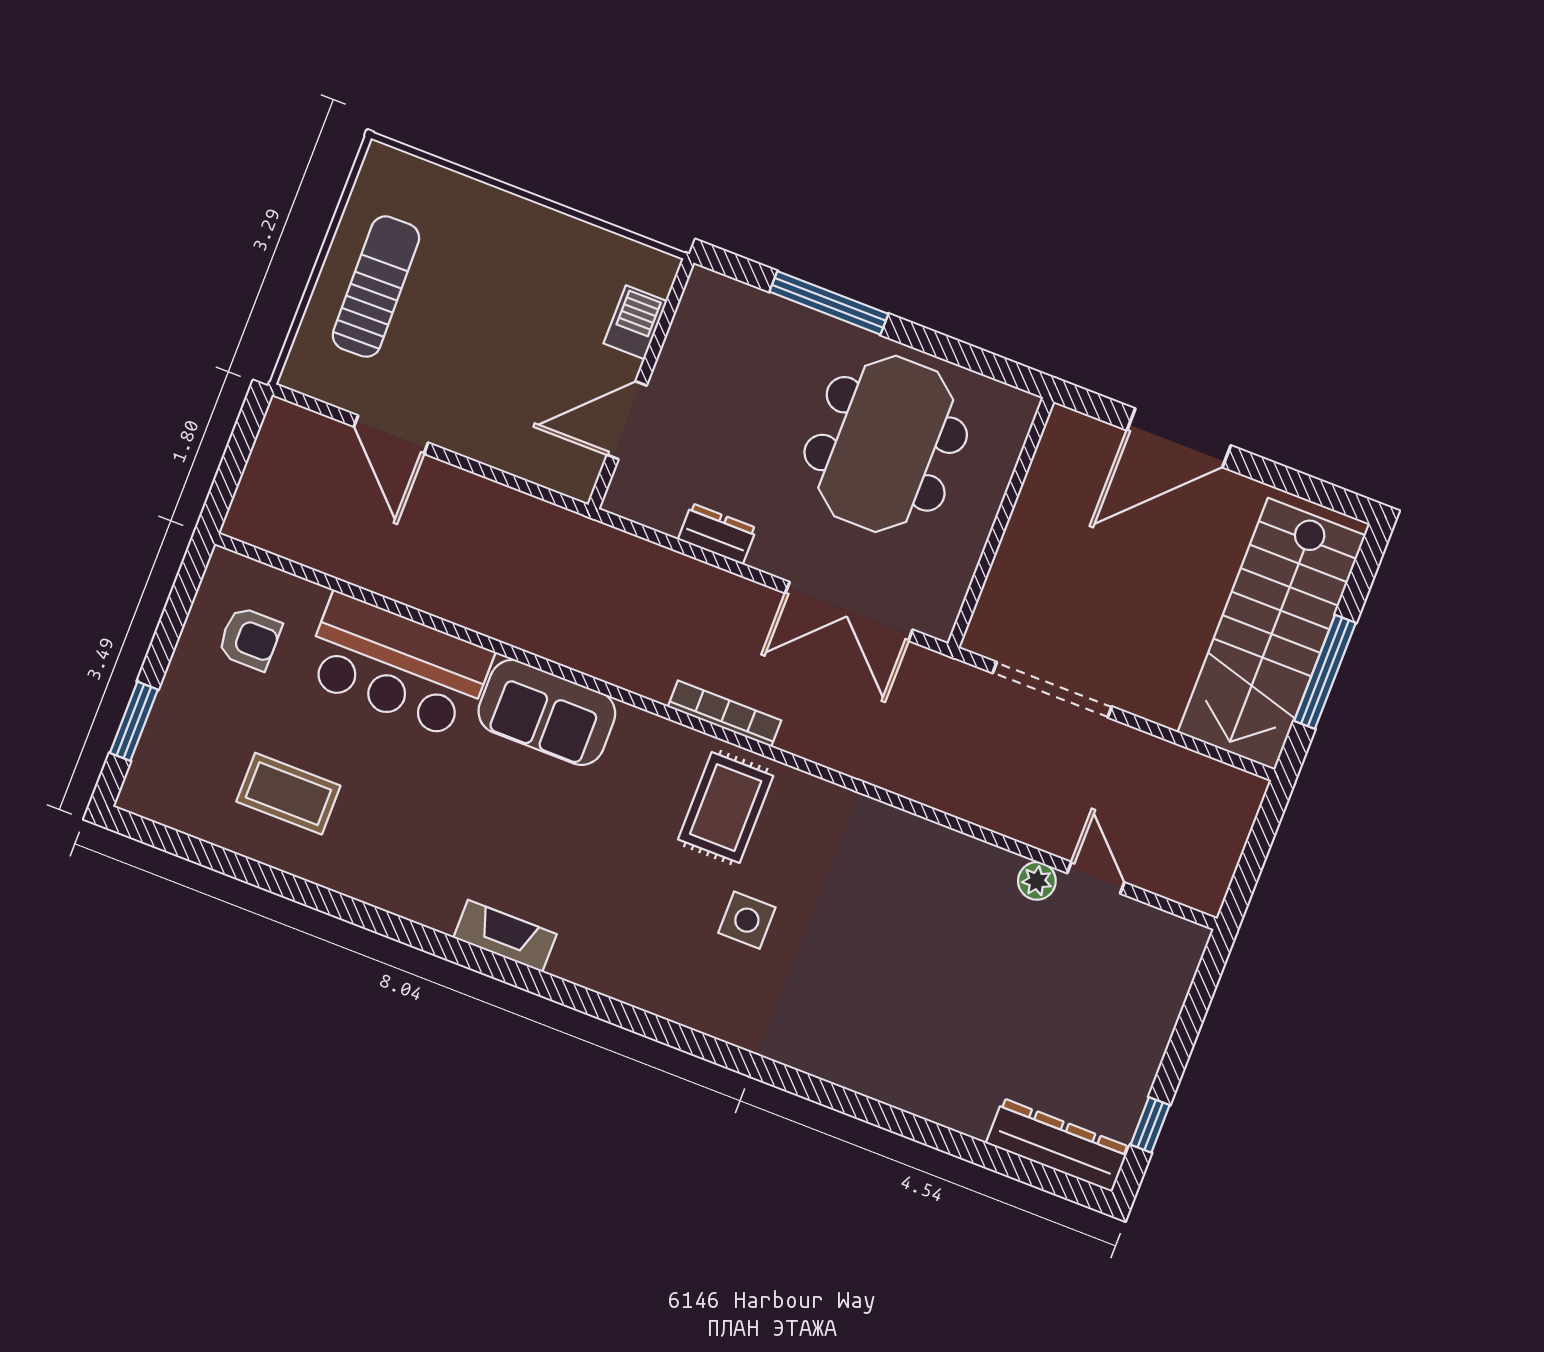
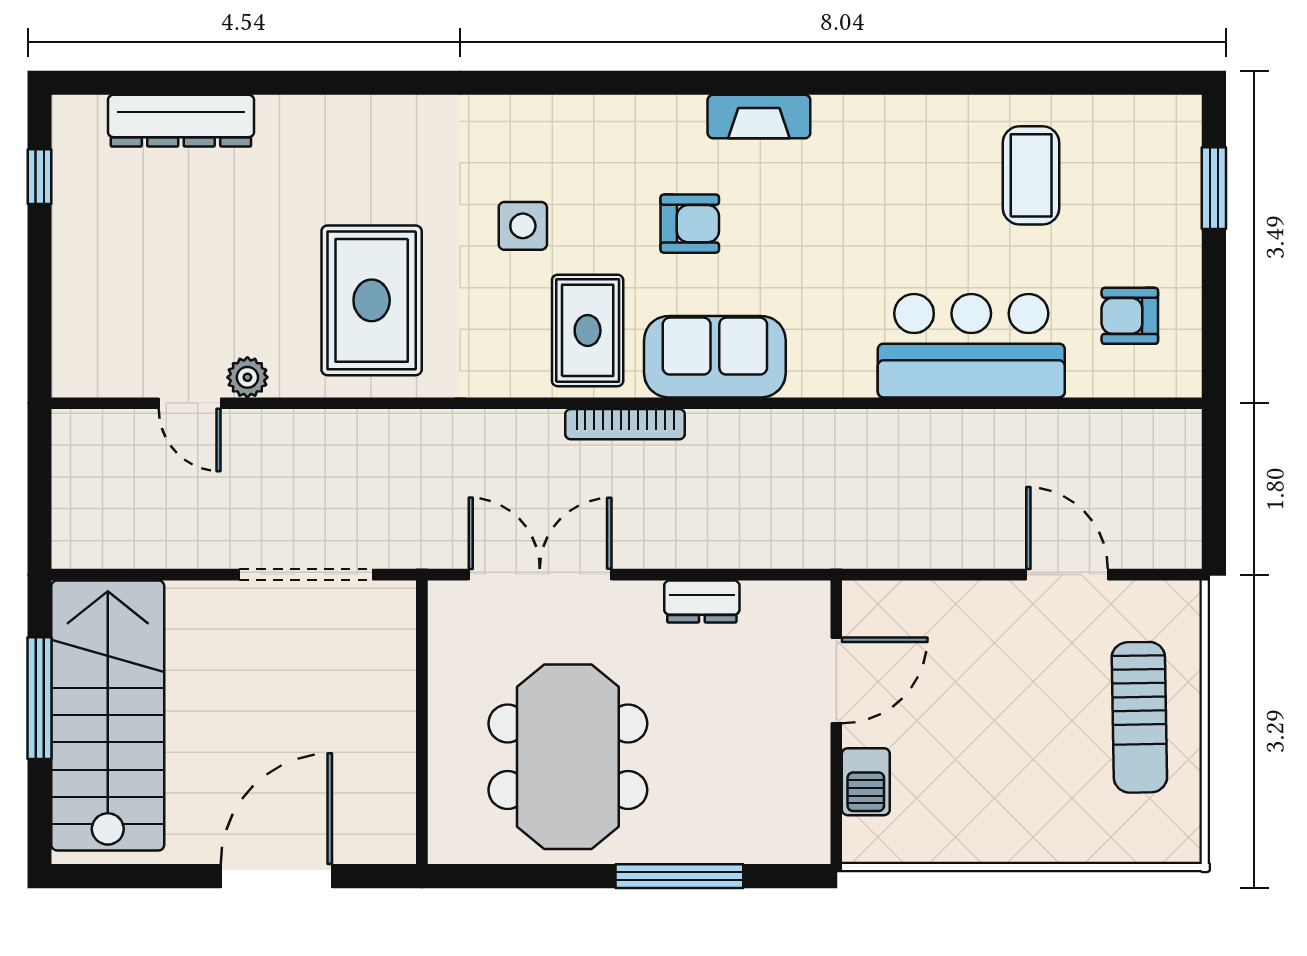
sofa: (547, 712) -> (715, 357), moved
coffee table: (288, 794) -> (1031, 175), turned 90
armchair: (601, 866) -> (690, 224), added
rug: (903, 906) -> (372, 300), added
dresser: (1058, 1145) -> (181, 121), moved

